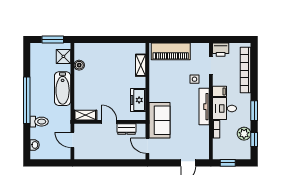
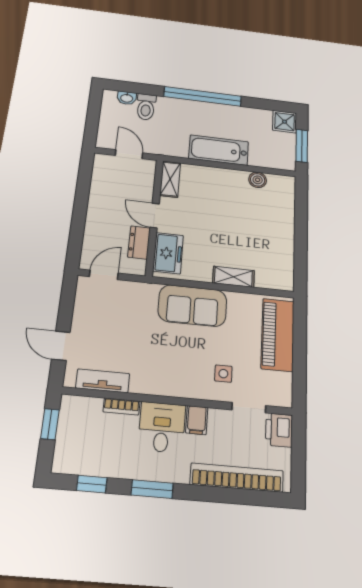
shower: (63, 56) -> (285, 122), moved
shelving: (141, 65) -> (233, 277), moved
freezer: (138, 100) -> (168, 253), moved, turned 90
tv unit: (204, 107) -> (103, 381), moved, width x0.71
sofa: (159, 120) -> (192, 306), moved
toilet: (39, 122) -> (146, 107), moved
door: (109, 122) -> (155, 215), swing flipped
plant: (244, 134) -> (106, 463), removed
door: (72, 140) -> (129, 154), hinge flipped

